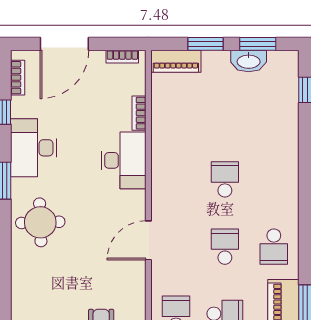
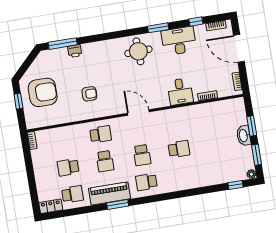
plant: (290, 59) -> (251, 174), added
piano: (176, 61) -> (239, 111), removed
washbasin: (249, 61) -> (244, 136), moved
desk: (124, 160) -> (180, 92), width x0.73
school desk: (225, 247) -> (142, 155), turned 90

